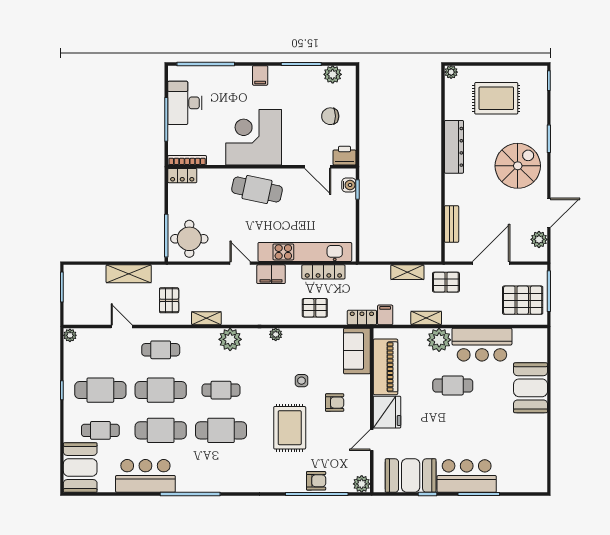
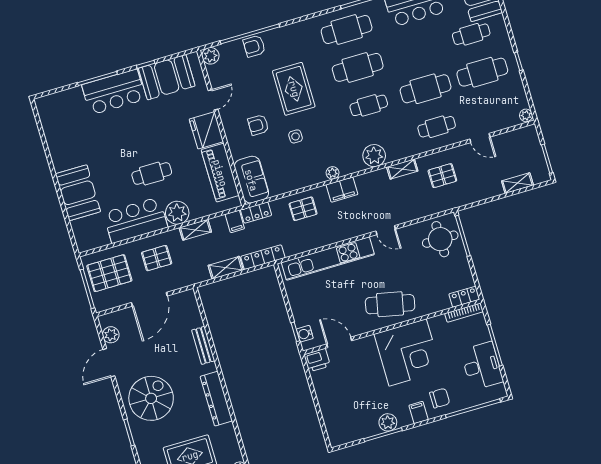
plant: (333, 74) -> (388, 422), moved
chair: (330, 116) -> (440, 398), moved
spiral stairs: (518, 166) -> (151, 398), turned 180
bench: (452, 224) -> (203, 345), moved
locker: (323, 272) -> (263, 257), moved
shelving: (129, 274) -> (517, 183), moved, width x0.67, depth x0.75
filing cabinet: (271, 274) -> (342, 190), moved, turned 180
pallet: (446, 282) -> (157, 258), moved
pallet: (169, 300) -> (442, 176), turned 90
cafe table: (161, 430) -> (347, 30), moved

